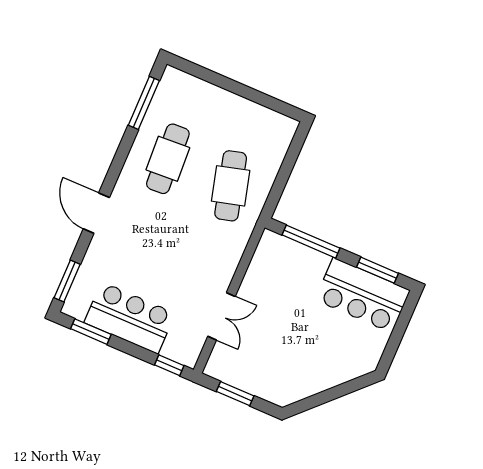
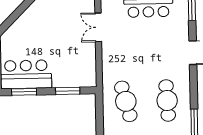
window: (311, 242) -> (68, 91), width x0.69

